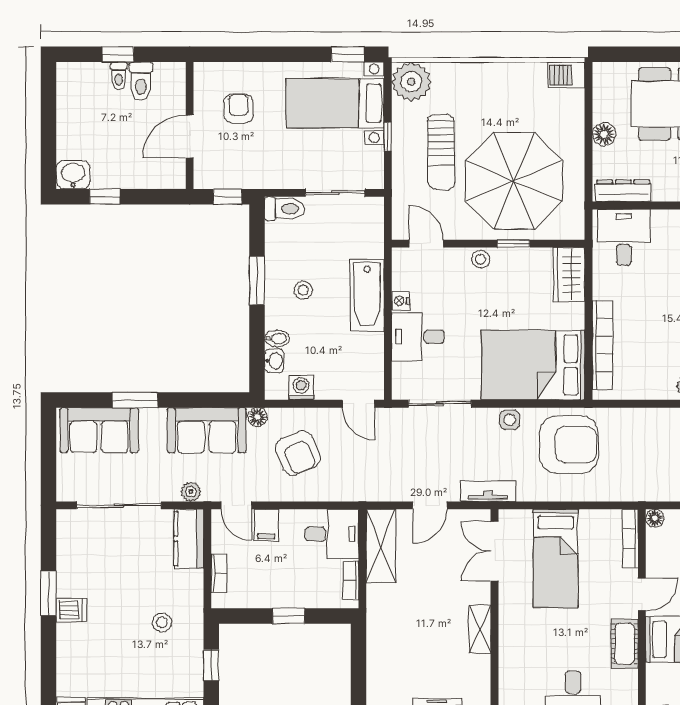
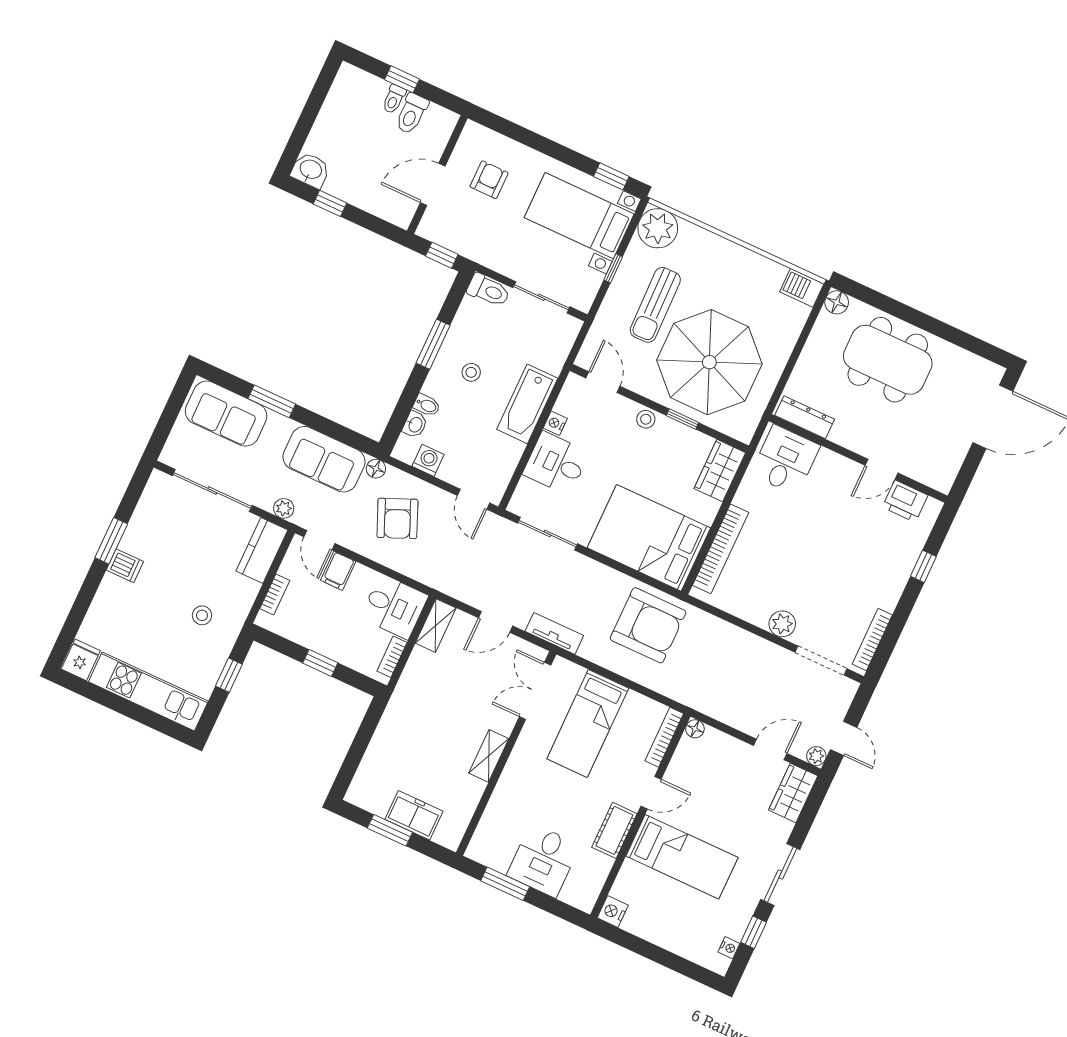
floor lamp: (604, 134) -> (837, 302), moved
side table: (510, 420) -> (604, 578), removed
shelving: (381, 546) -> (436, 626), width x0.67, depth x0.75

